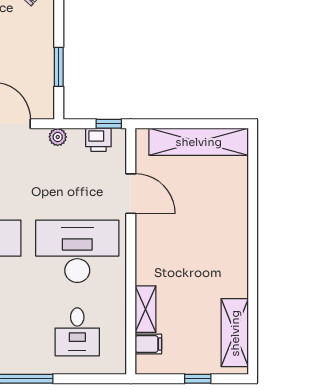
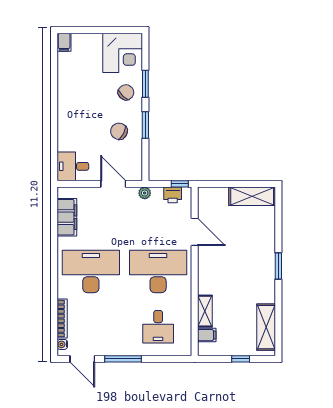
chair: (20, 47) -> (119, 131), added
window: (59, 67) -> (145, 125), moved
shelving: (199, 142) -> (252, 196), width x0.68
window: (253, 243) -> (278, 266), added

